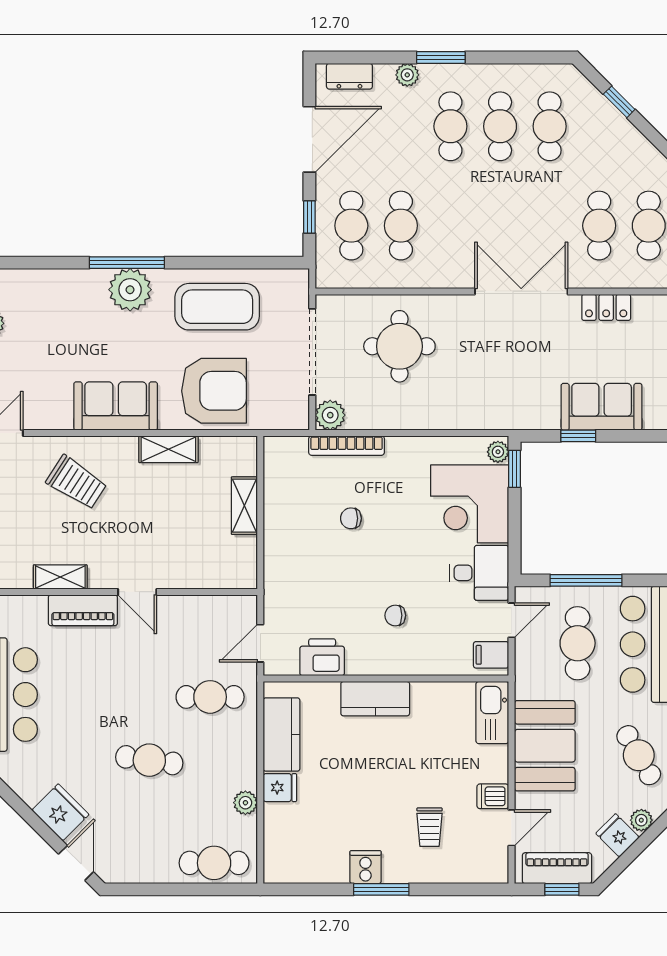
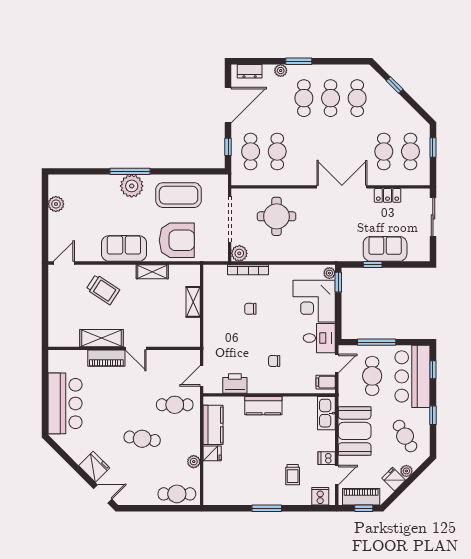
shelving: (60, 577) -> (101, 338), width x1.50, depth x1.33
door: (76, 863) -> (103, 494), hinge flipped
cooker: (365, 867) -> (320, 496), moved

